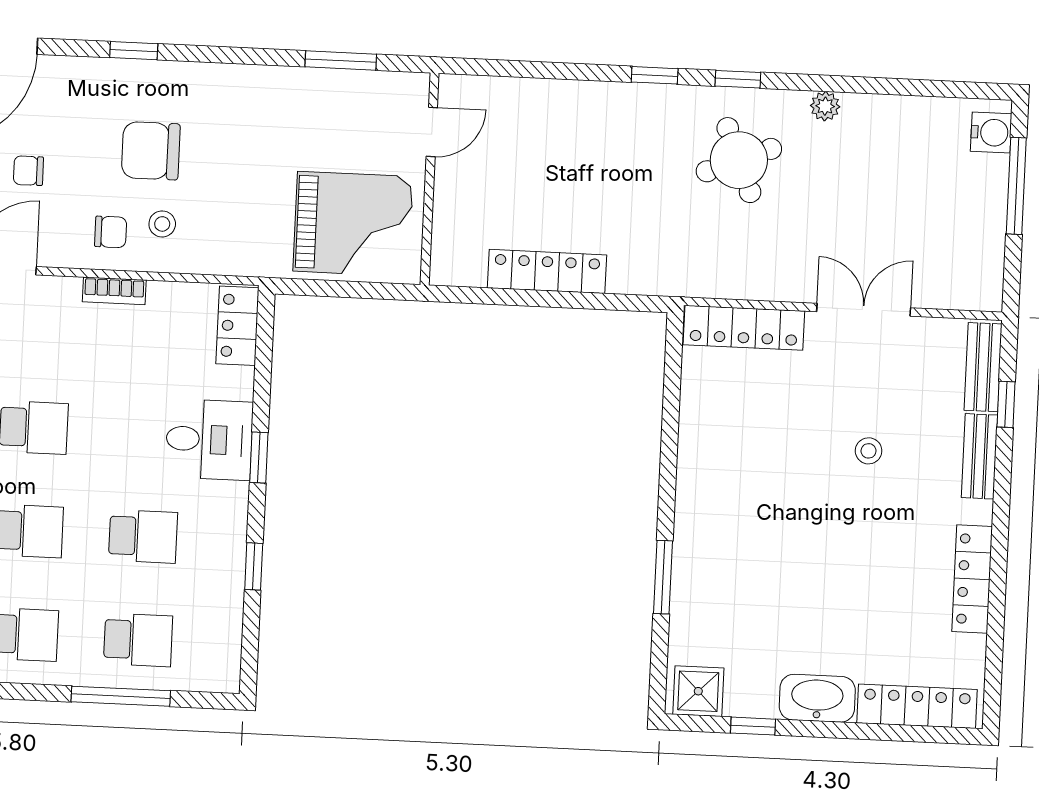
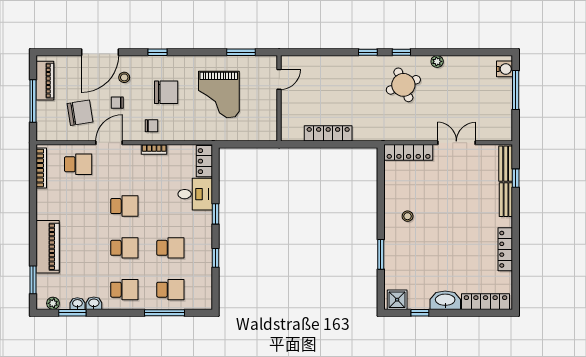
chair: (151, 151) -> (166, 92), turned 180
stool: (162, 224) -> (124, 77), moved
grand piano: (353, 224) -> (219, 94), moved, turned 90
desk: (209, 440) -> (195, 194), moved
stool: (869, 451) -> (408, 216), moved

